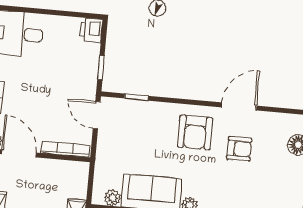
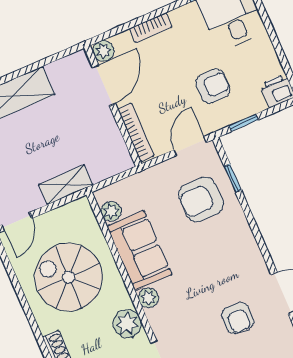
armchair: (62, 75) -> (213, 86), added
armchair: (195, 132) -> (201, 199), moved

